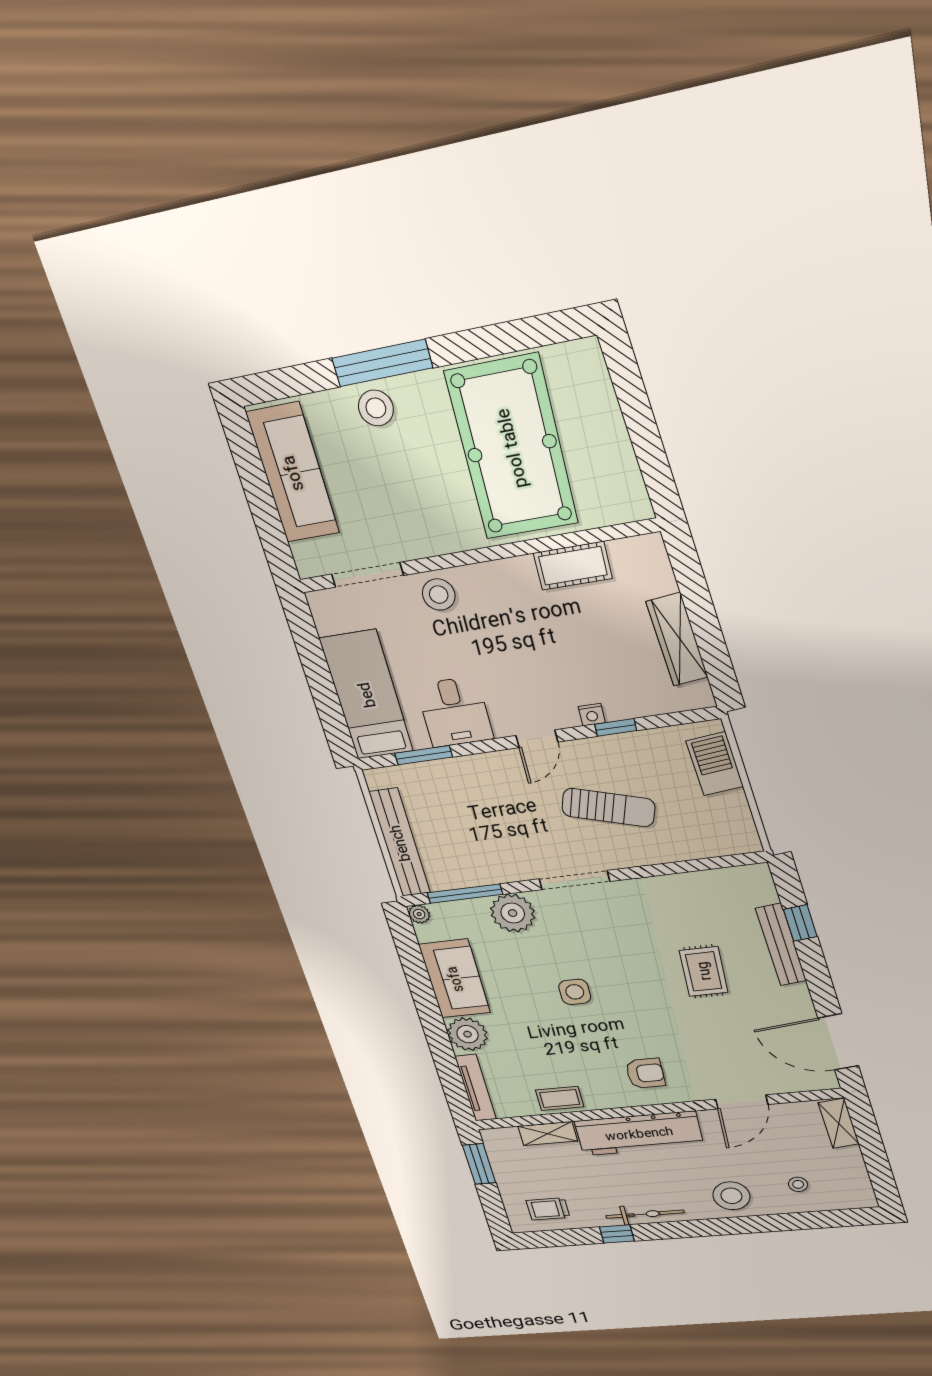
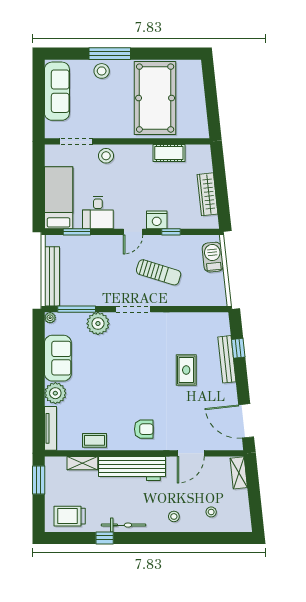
nightstand: (592, 715) -> (157, 220), width x1.89, depth x1.79
side table: (575, 992) -> (118, 374), removed
stool: (731, 1196) -> (174, 516), width x0.53, depth x0.53
trolley: (548, 1209) -> (70, 516), width x1.36, depth x1.39

